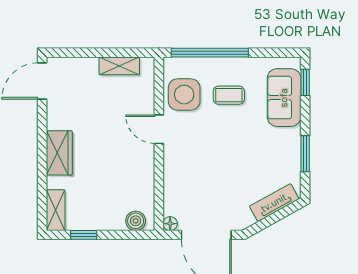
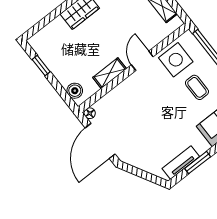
tv unit: (274, 203) -> (181, 163), moved, turned -61
shelving: (56, 210) -> (110, 73), moved

